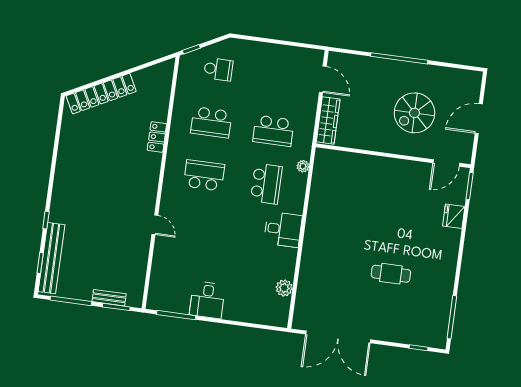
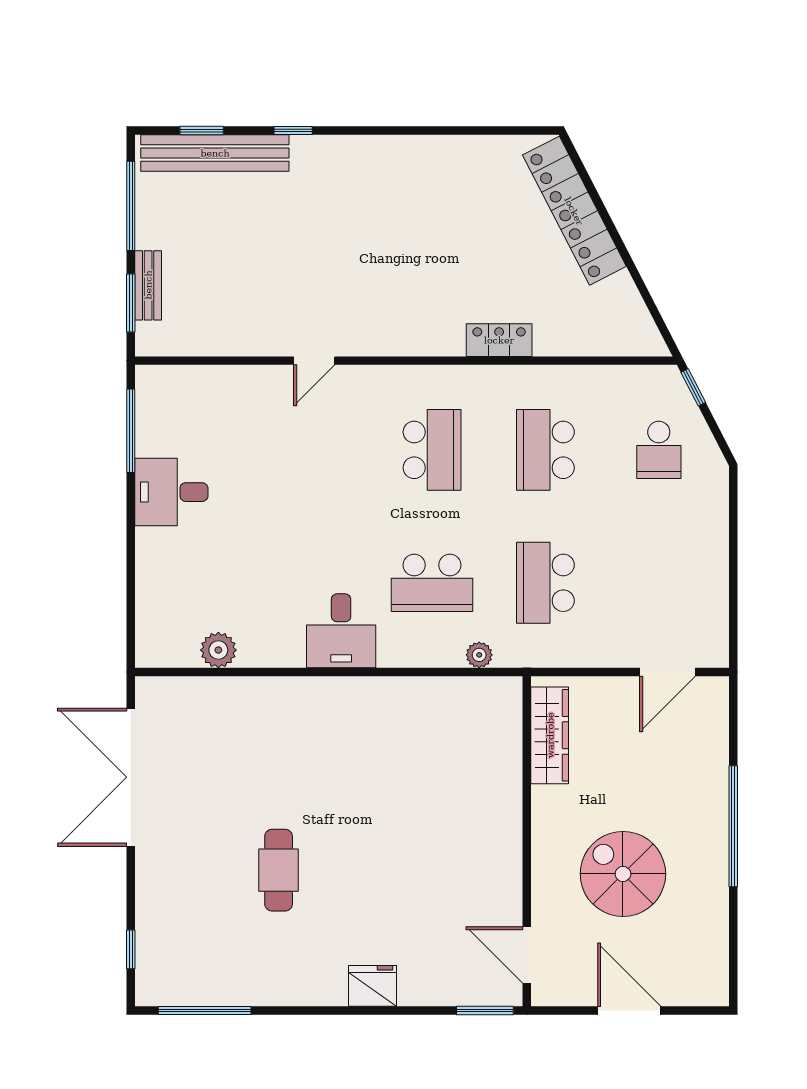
wardrobe: (328, 120) -> (550, 735), moved, turned -90
fridge: (454, 216) -> (373, 986), moved

